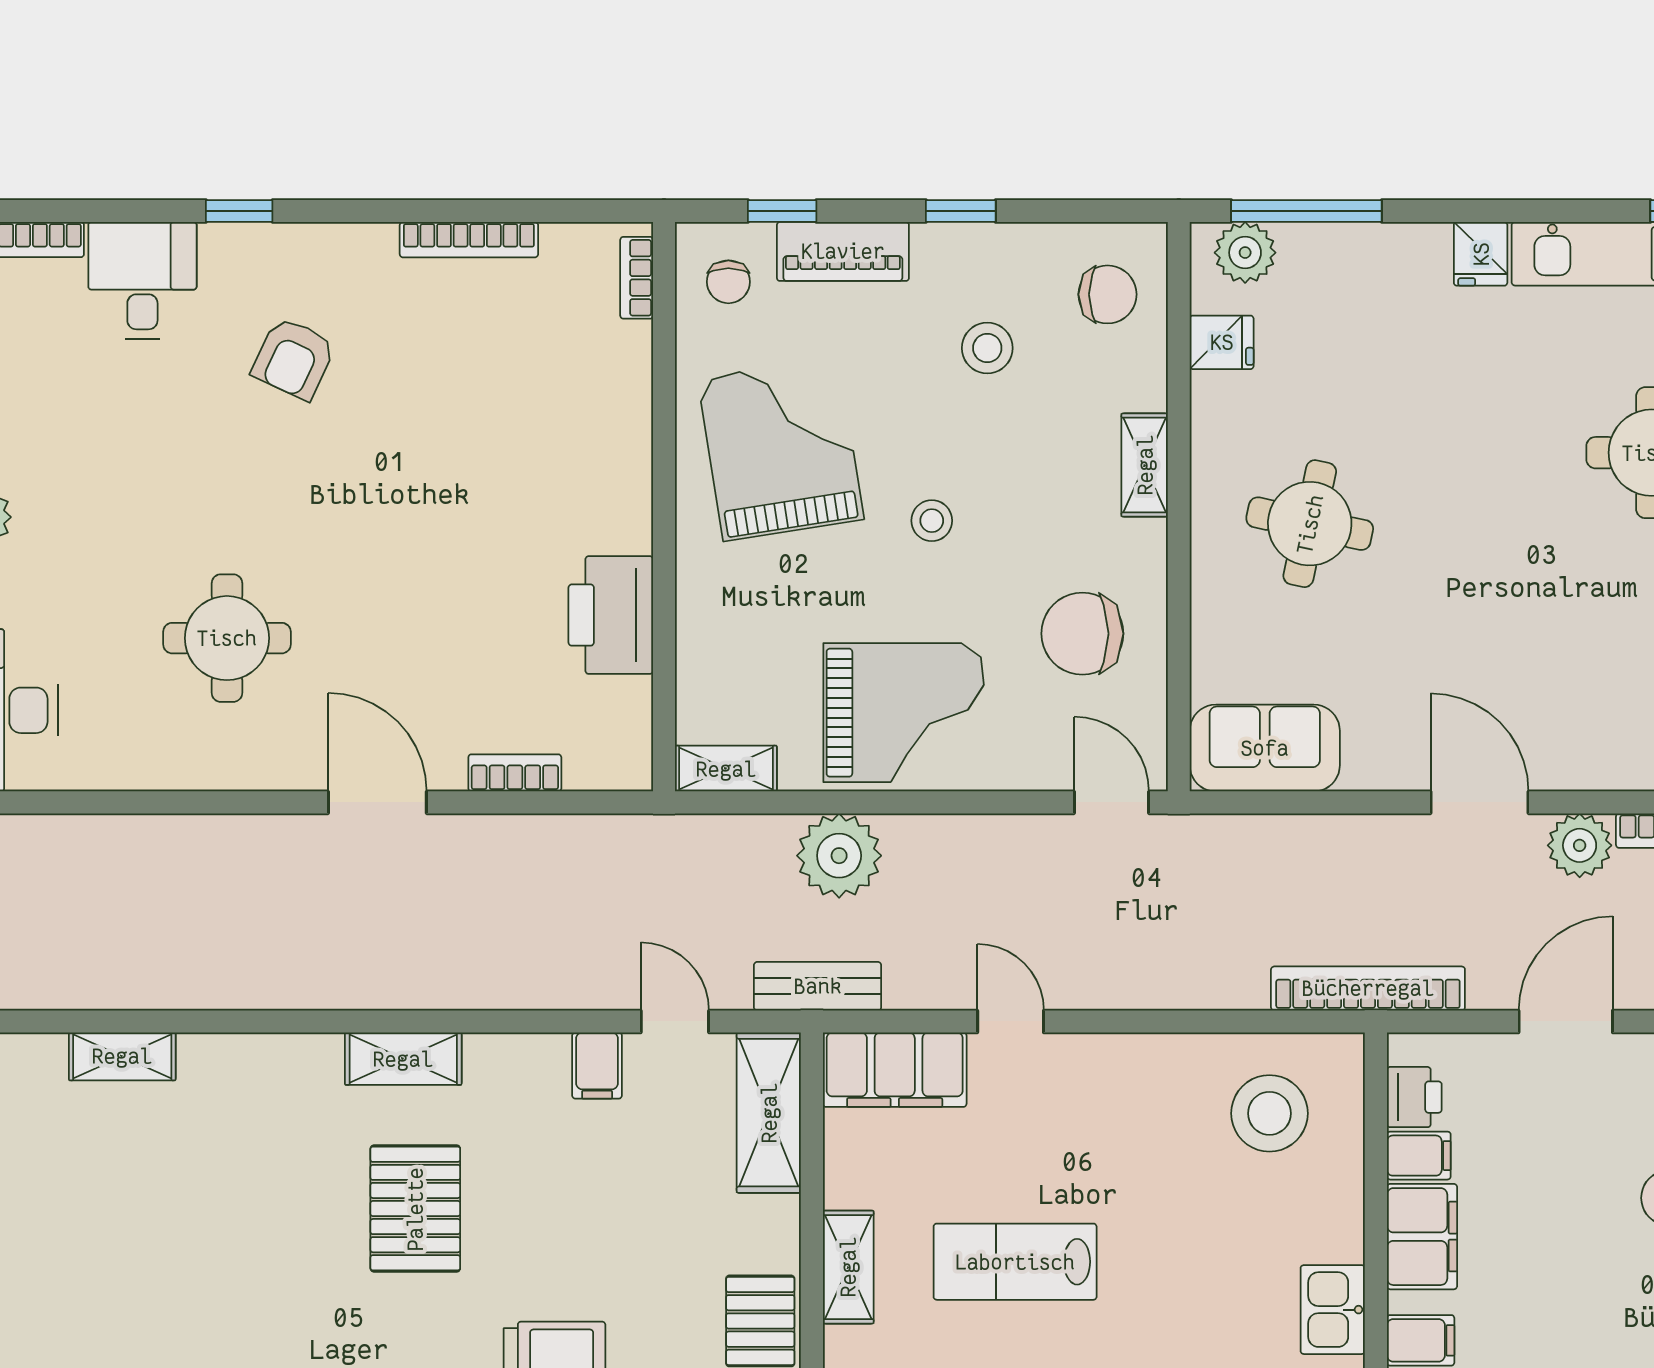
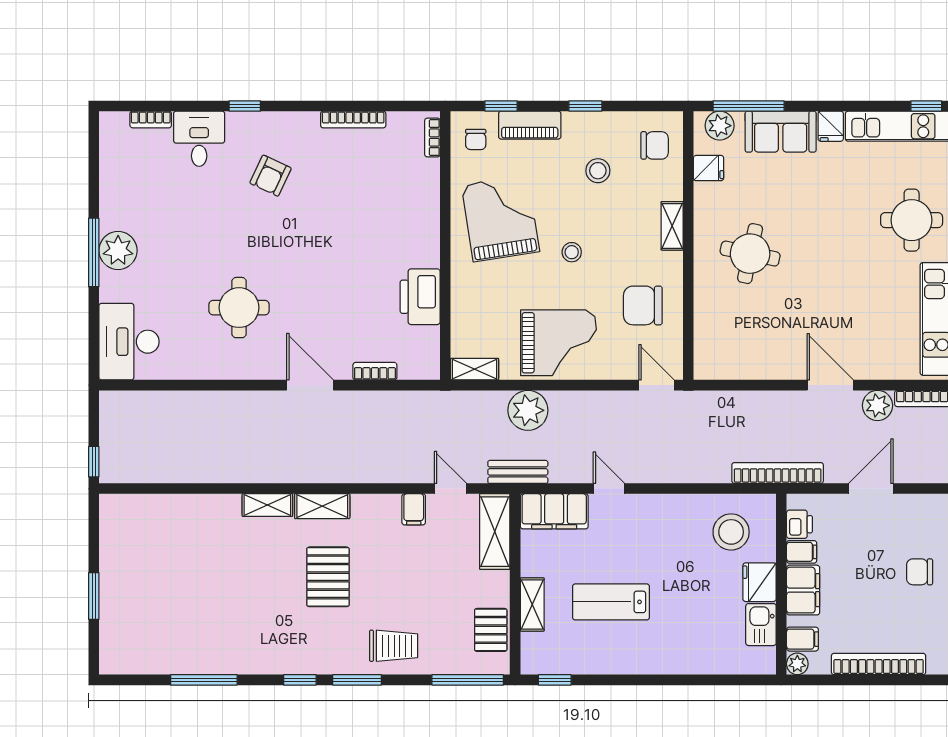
sofa: (1265, 748) -> (781, 132), moved, turned 180
shelving: (122, 1056) -> (267, 505), moved
fridge: (1330, 1220) -> (760, 582), added

